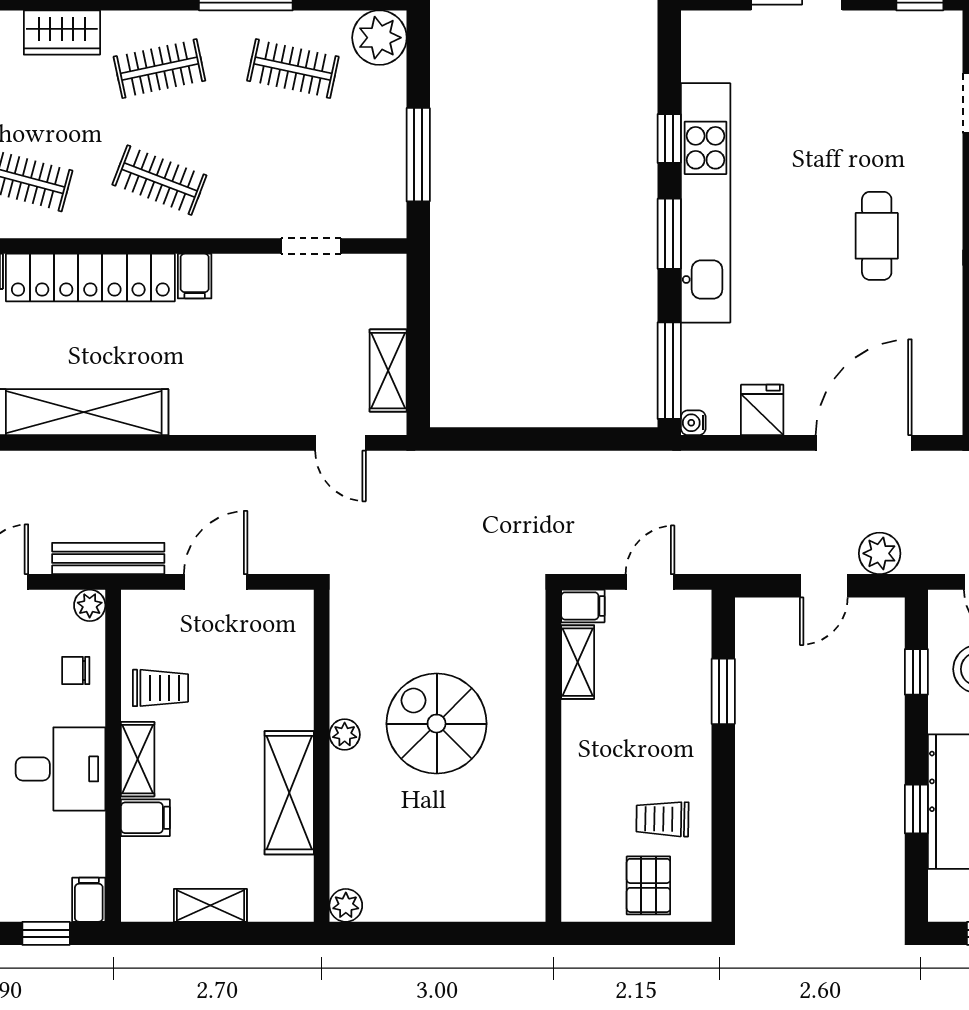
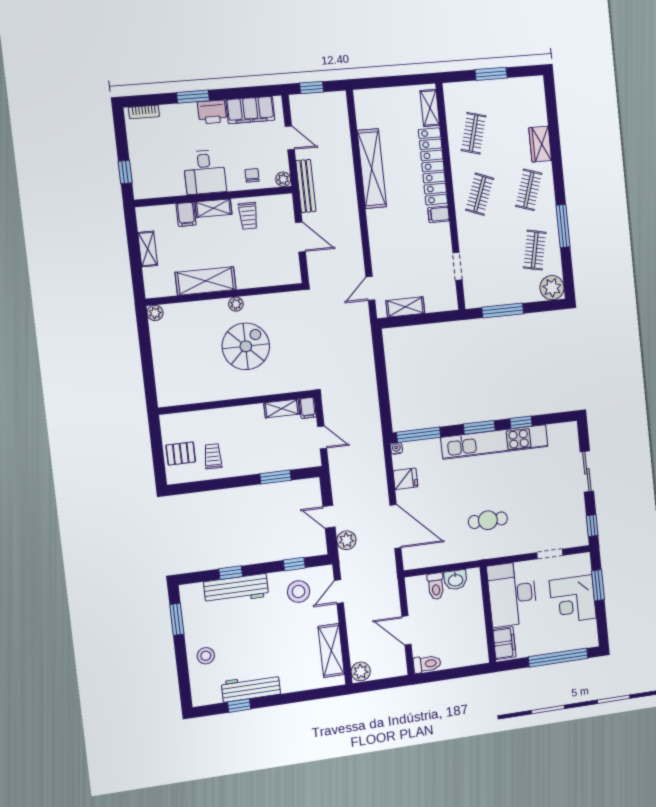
clothes rail: (159, 69) -> (529, 190), turned 30
filing cabinet: (89, 900) -> (144, 191), removed

